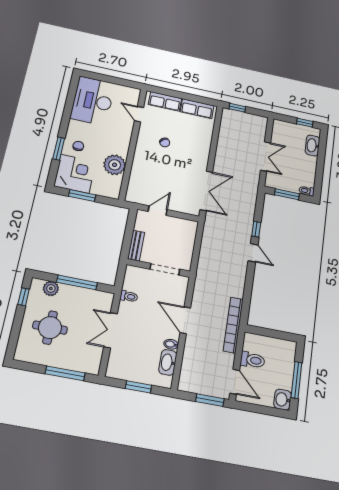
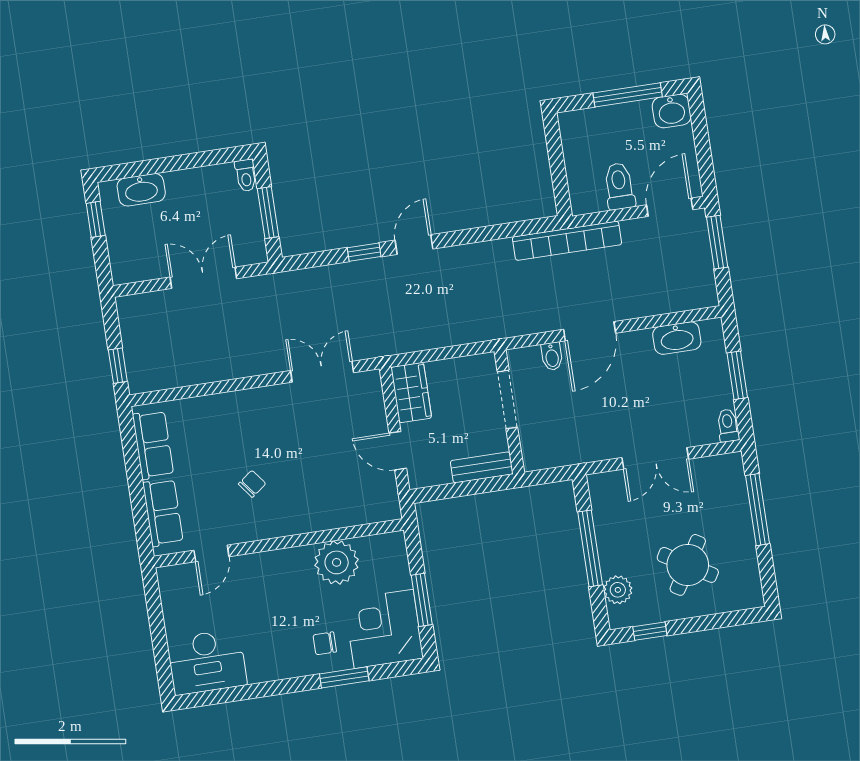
desk: (93, 101) -> (207, 662), width x0.73, depth x0.77
double door: (206, 191) -> (322, 372), width x0.73
wardrobe: (183, 226) -> (411, 393), added
toilet: (129, 296) -> (728, 425), moved
round table: (50, 328) -> (688, 565), turned 31
bidet: (171, 344) -> (552, 356), moved

